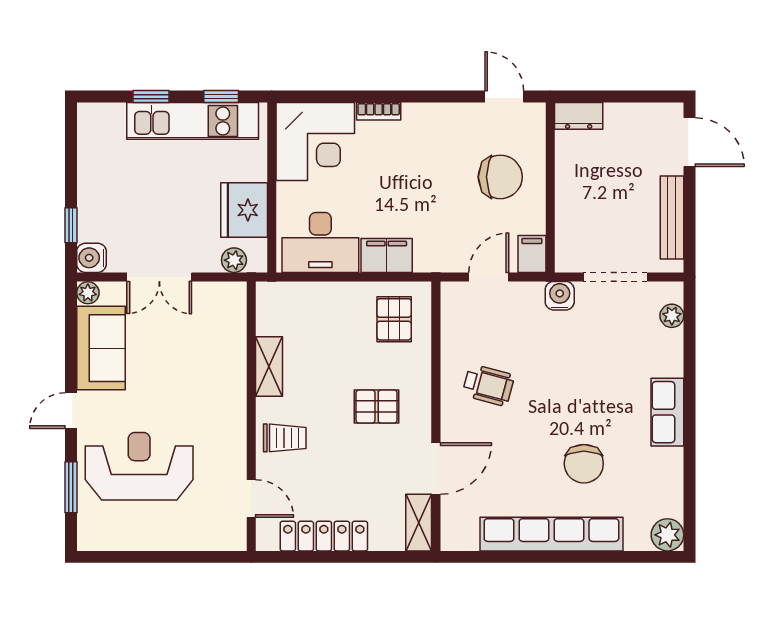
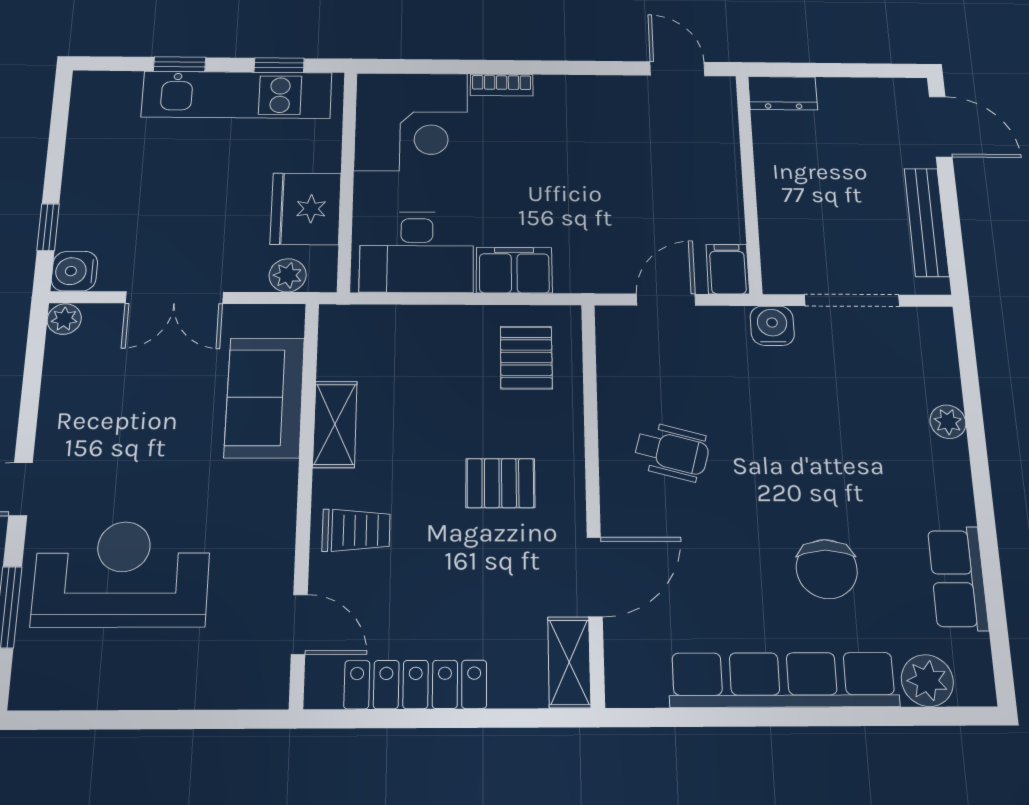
chair: (500, 177) -> (677, 168), removed
plant: (672, 316) -> (948, 422), moved
sofa: (101, 348) -> (265, 397), moved, turned 180
row of seats: (667, 412) -> (958, 578), moved
plant: (667, 535) -> (927, 681), moved

